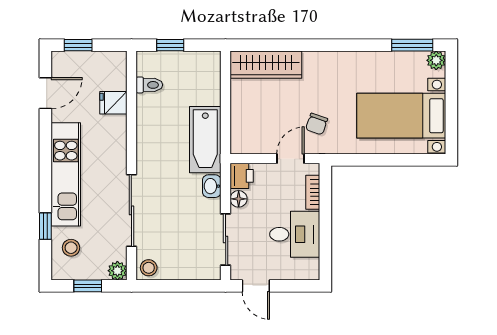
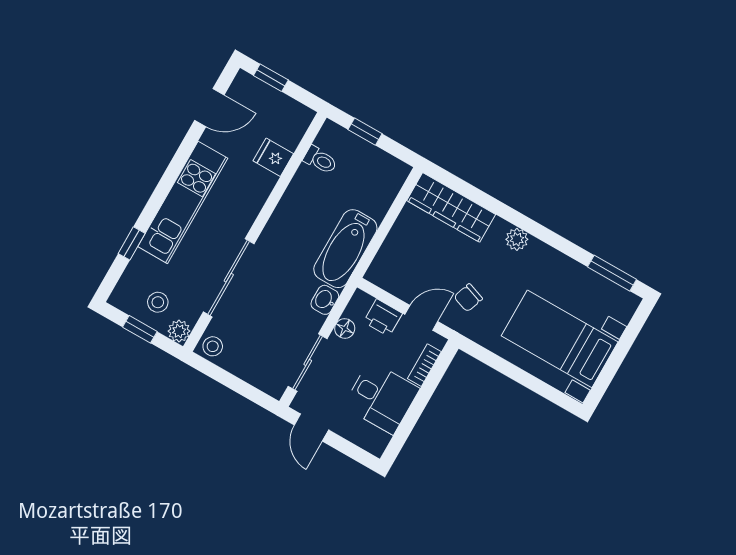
plant: (436, 60) -> (517, 239), moved
printer: (242, 176) -> (383, 318), moved, turned 90
stool: (71, 248) -> (158, 302), moved

